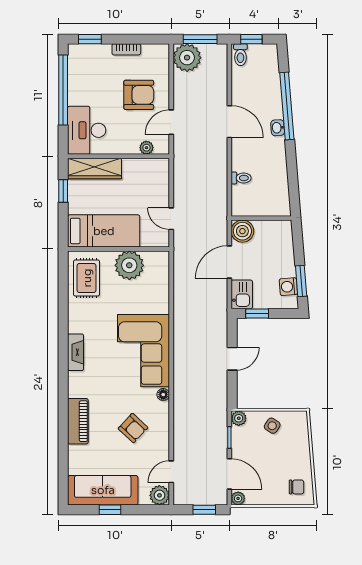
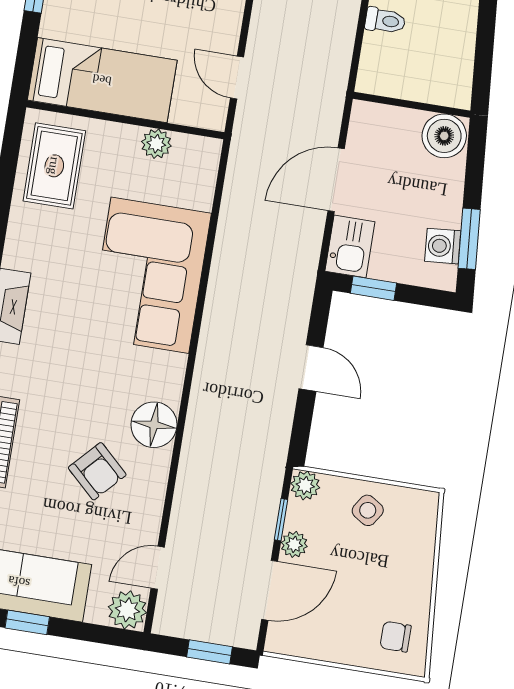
boiler: (242, 231) -> (444, 136), moved
plant: (129, 265) -> (156, 144), width x0.53, depth x0.53
corner sofa: (144, 351) -> (150, 275), moved
door: (232, 359) -> (311, 368), hinge flipped
floor lamp: (163, 395) -> (154, 425), width x1.89, depth x1.89
door: (229, 474) -> (270, 590), hinge flipped
chair: (296, 487) -> (396, 637), turned 180
plant: (238, 498) -> (294, 544), moved

